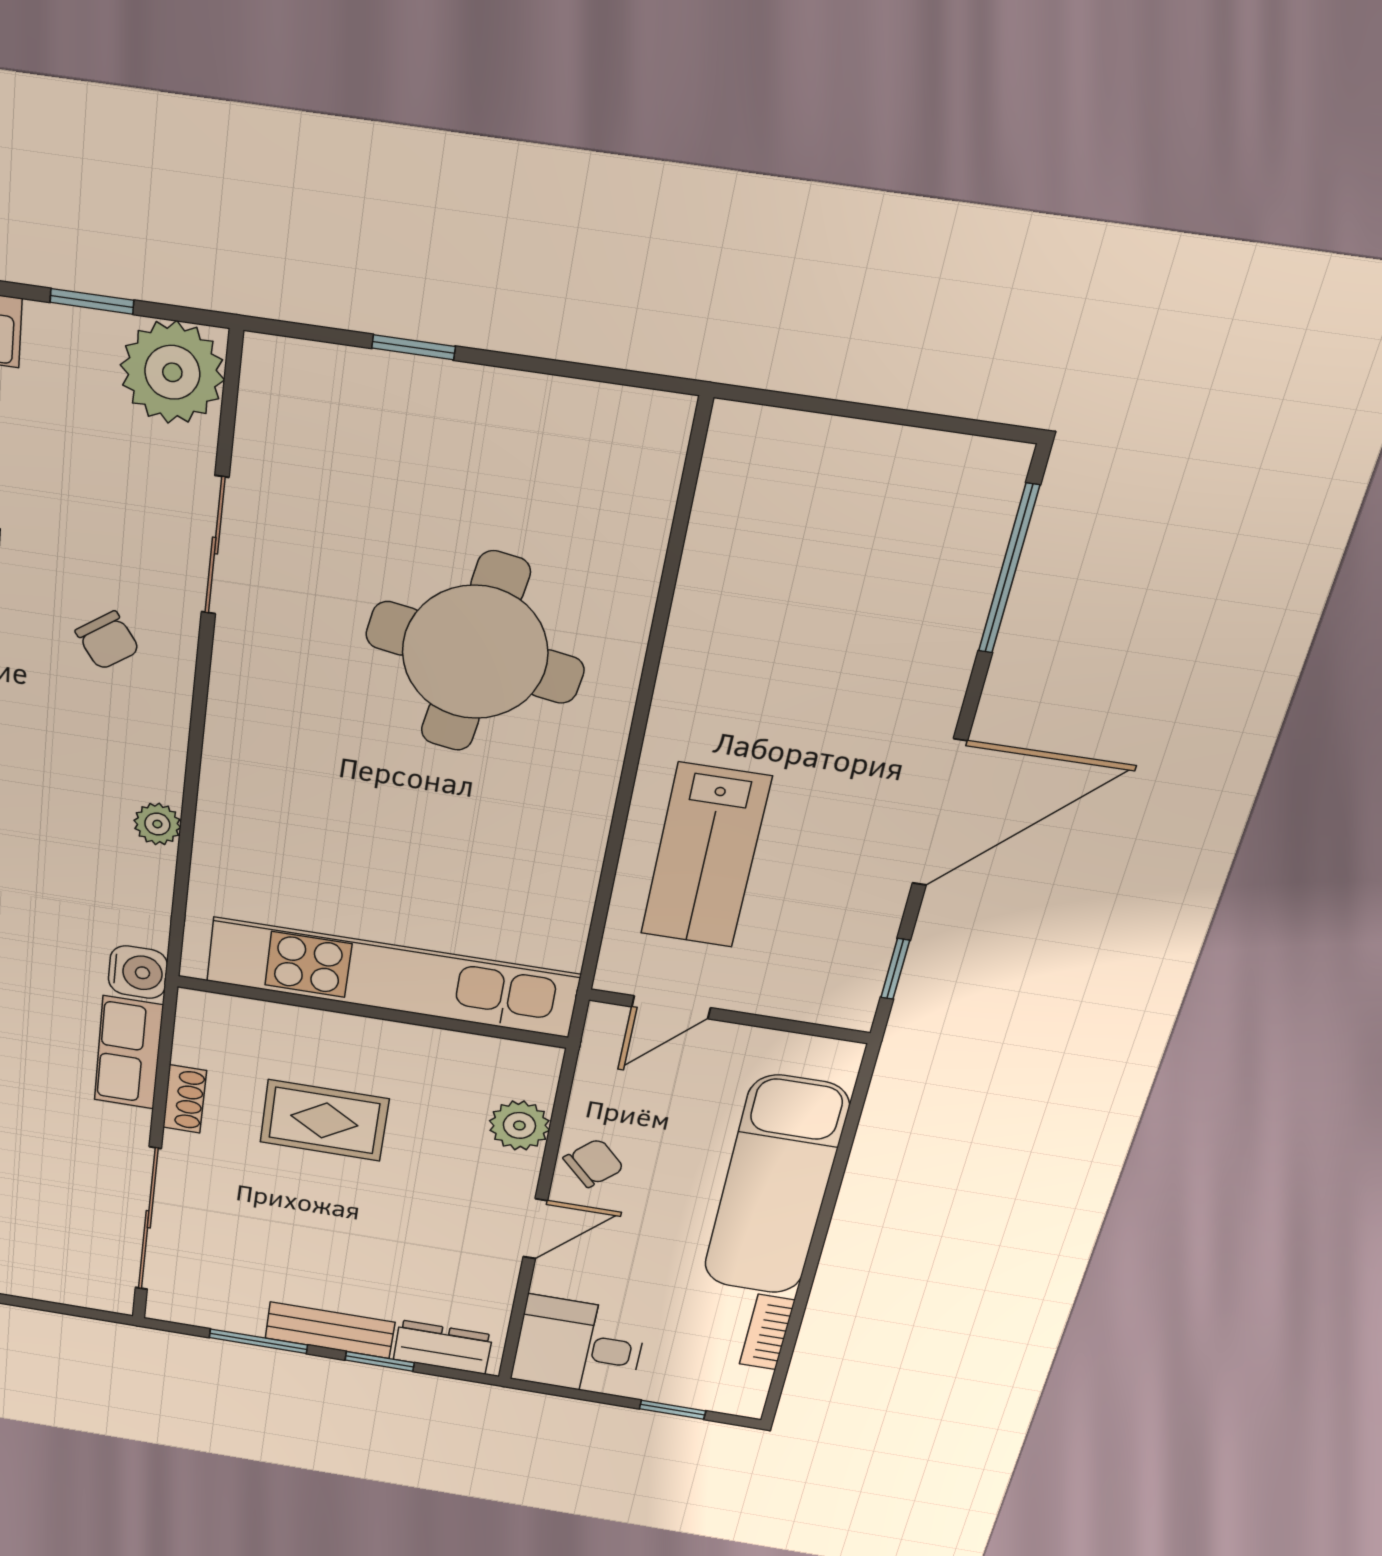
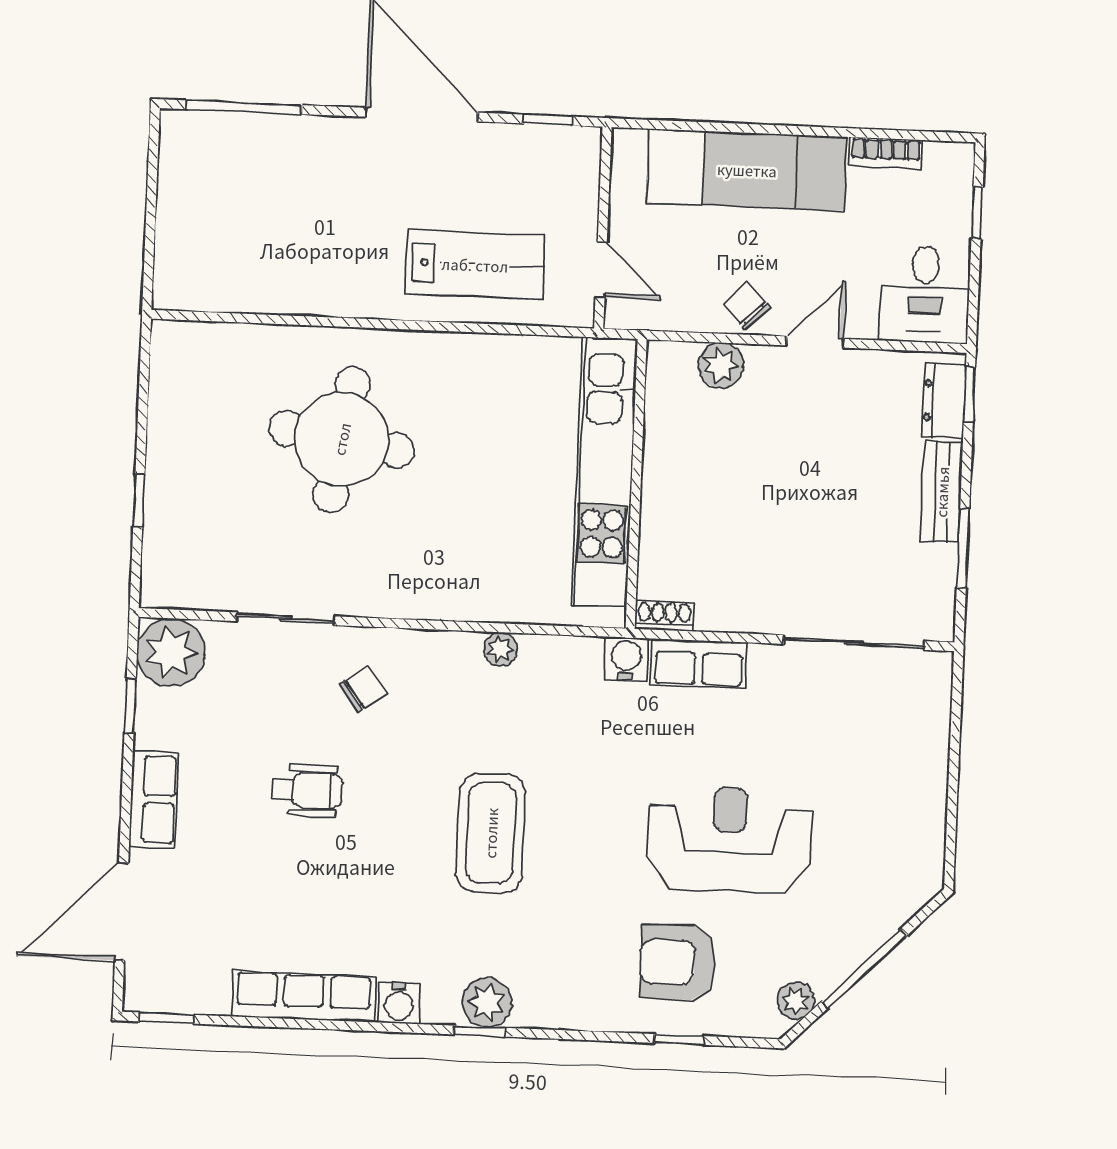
shoe rack: (185, 1099) -> (664, 616), moved
rug: (324, 1120) -> (738, 512), removed
door: (535, 1229) -> (815, 342), hinge flipped
window: (380, 1361) -> (969, 394), moved

